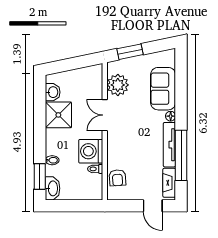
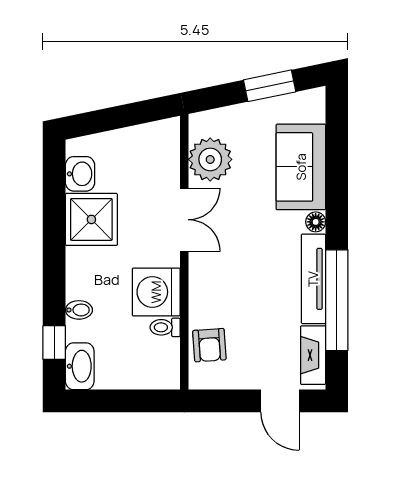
window: (130, 52) -> (270, 86), moved
double door: (105, 115) -> (184, 220), swing flipped
window: (40, 177) -> (54, 343), width x0.67

